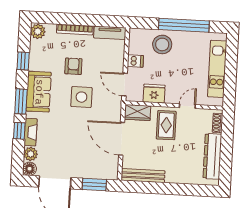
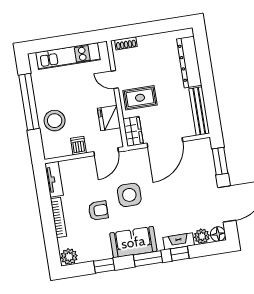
armchair: (73, 66) -> (98, 211), turned 180
dresser: (212, 156) -> (189, 62), moved, turned 90

